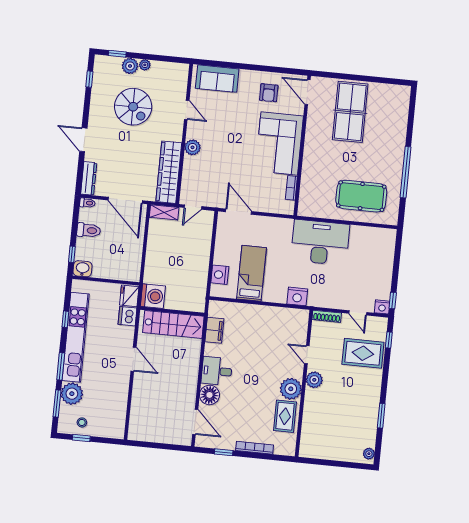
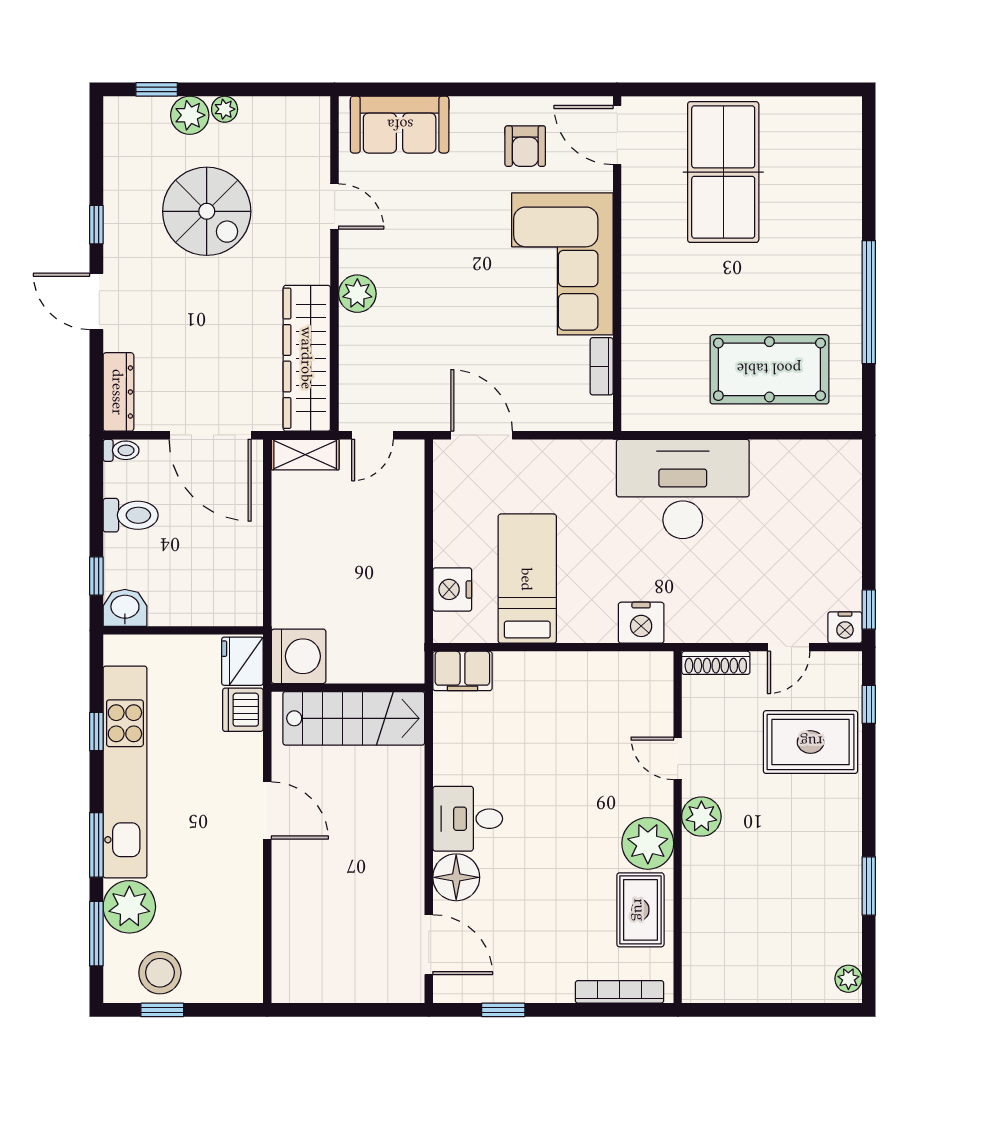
window: (89, 79) -> (96, 225), moved
door: (358, 313) -> (789, 647), hinge flipped
filing cabinet: (214, 330) -> (462, 671), moved, turned 90
stool: (82, 422) -> (160, 973), width x1.89, depth x1.89
bookcase: (255, 448) -> (619, 992), moved

